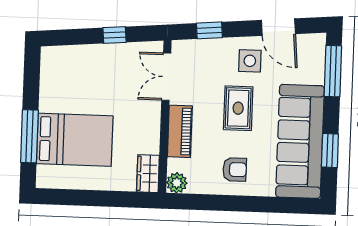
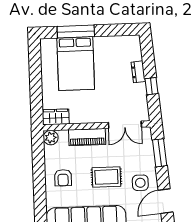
window: (209, 30) -> (160, 153), width x1.50
dresser: (93, 52) -> (138, 72), added
double door: (166, 77) -> (125, 125), swing flipped

